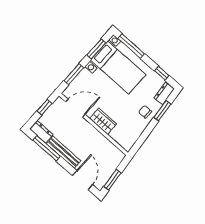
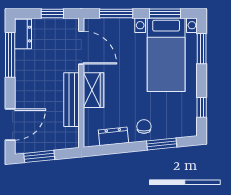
window: (131, 46) -> (202, 49), width x0.69
dresser: (164, 93) -> (113, 136), moved
bench: (64, 152) -> (72, 100), moved

